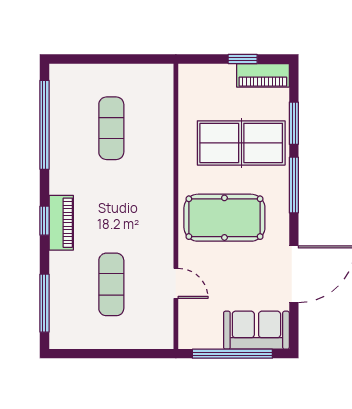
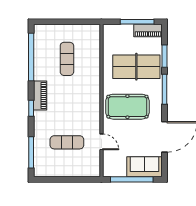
window: (243, 59) -> (137, 22), width x2.17
piano: (61, 223) -> (40, 96), moved
exercise mat: (111, 284) -> (67, 142), turned 90

